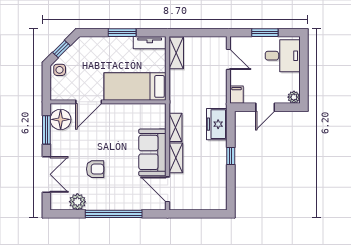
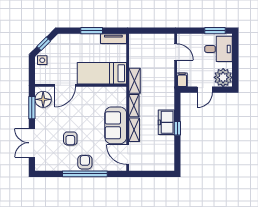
window: (265, 33) -> (215, 31), moved
shelving: (176, 53) -> (134, 81), moved
plant: (294, 97) -> (223, 77), width x1.87, depth x1.87
freezer: (217, 124) -> (166, 122), moved
armchair: (95, 169) -> (70, 138), turned 90
double door: (46, 174) -> (32, 143), swing flipped
armchair: (114, 199) -> (85, 162), added
plant: (77, 202) -> (56, 164), removed

